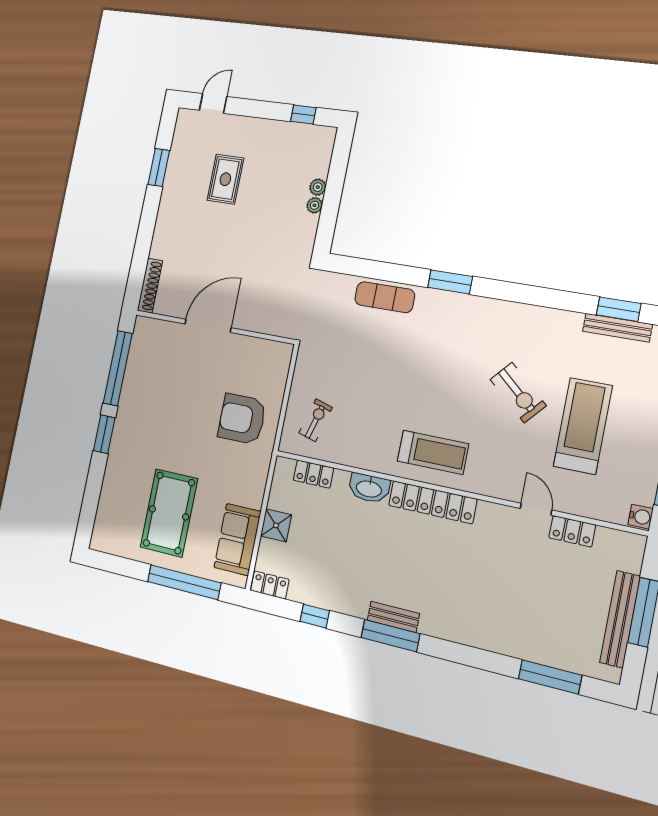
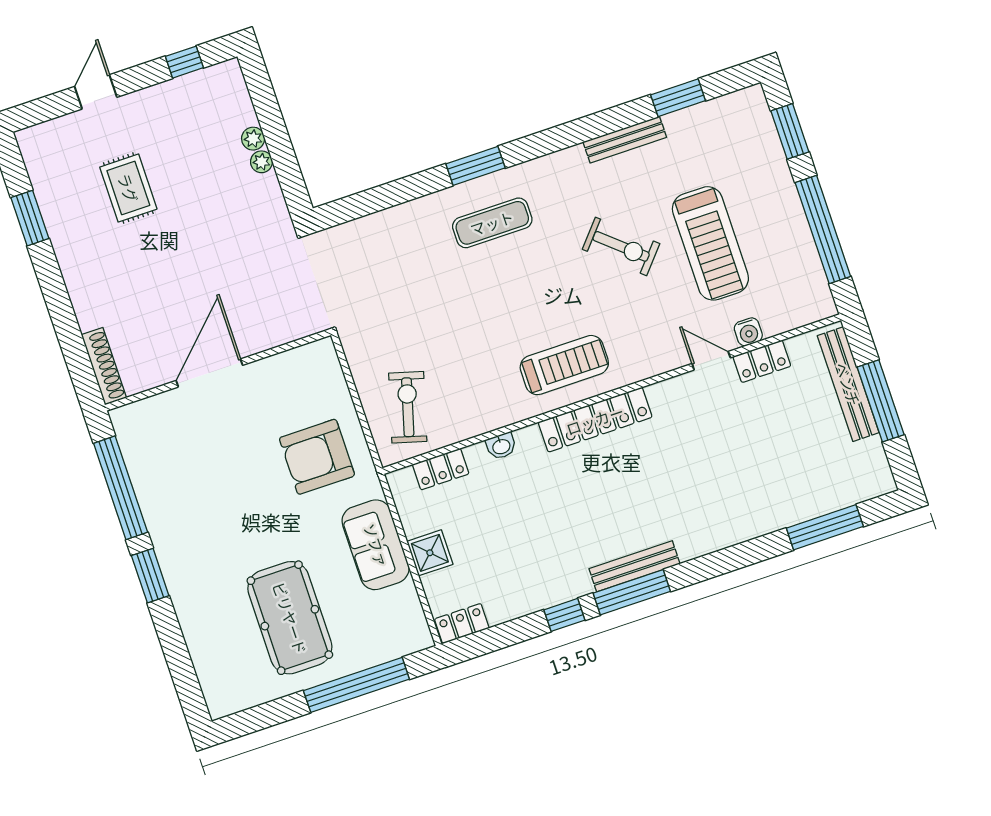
door: (213, 103) -> (96, 92), moved
exercise mat: (385, 297) -> (492, 223), moved
bench: (617, 328) -> (625, 140), moved
exercise bike: (316, 420) -> (408, 407), width x1.38, depth x1.39
treadmill: (583, 426) -> (710, 243), turned 180
washbasin: (369, 488) -> (501, 446), width x0.52, depth x0.69
water cooler: (641, 517) -> (748, 332), moved, turned 90
sofa: (237, 540) -> (376, 545), moved
window: (315, 616) -> (564, 615), moved
bench: (393, 617) -> (634, 566), width x1.36
bench: (620, 619) -> (848, 384), moved

